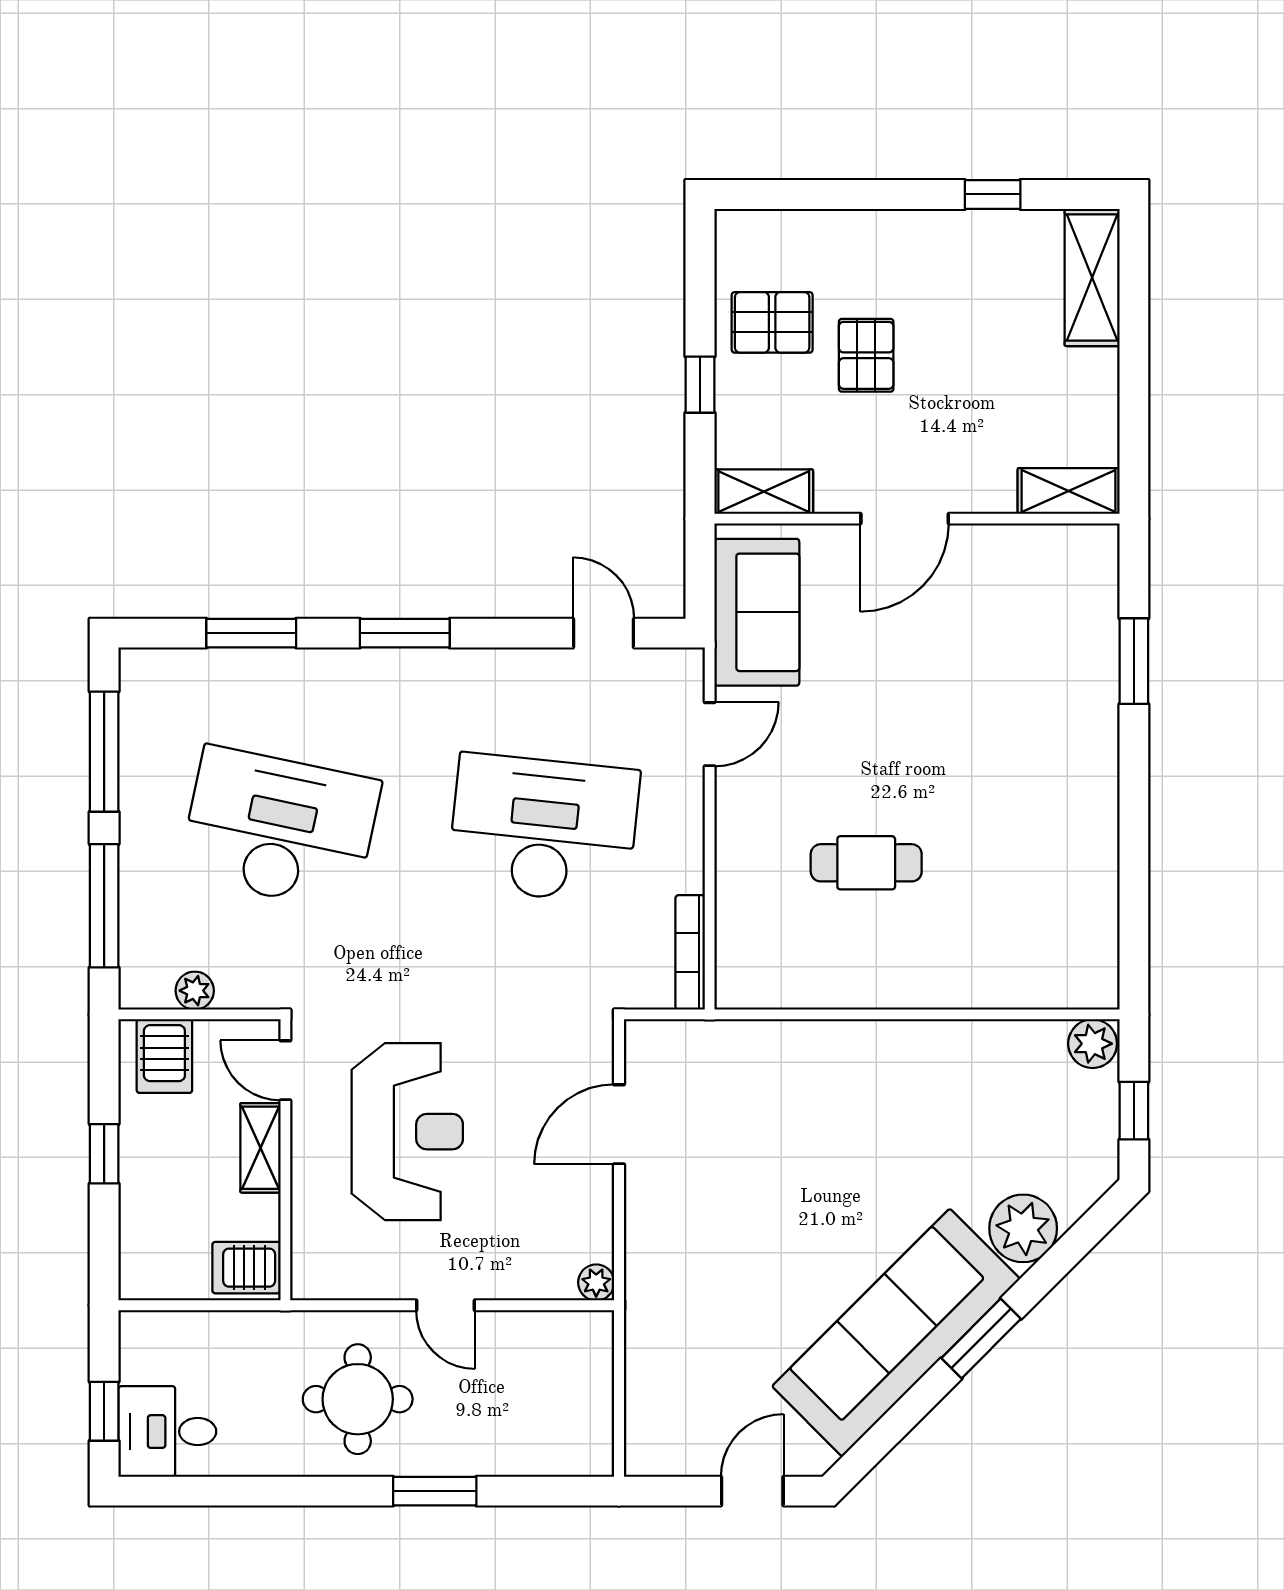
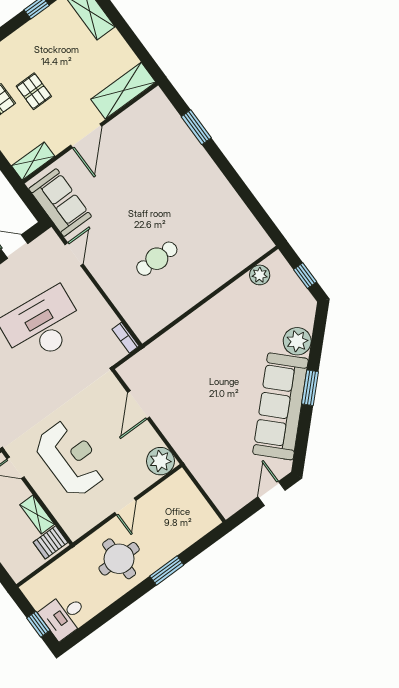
shelving: (1069, 491) -> (123, 91), width x1.50, depth x1.33
bookcase: (690, 952) -> (125, 338), width x0.64
plant: (1093, 1044) -> (260, 275), moved
shelving: (260, 1148) -> (37, 514), moved
plant: (596, 1282) -> (160, 461), width x1.88, depth x1.88
door: (446, 1305) -> (125, 507), hinge flipped

